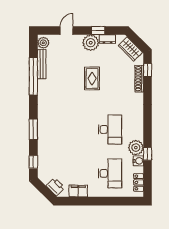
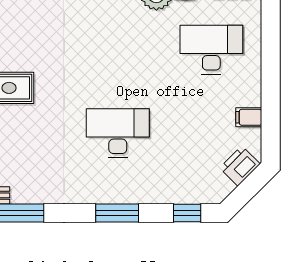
desk: (110, 129) -> (118, 133), moved
filing cabinet: (78, 191) -> (249, 117), width x0.50

